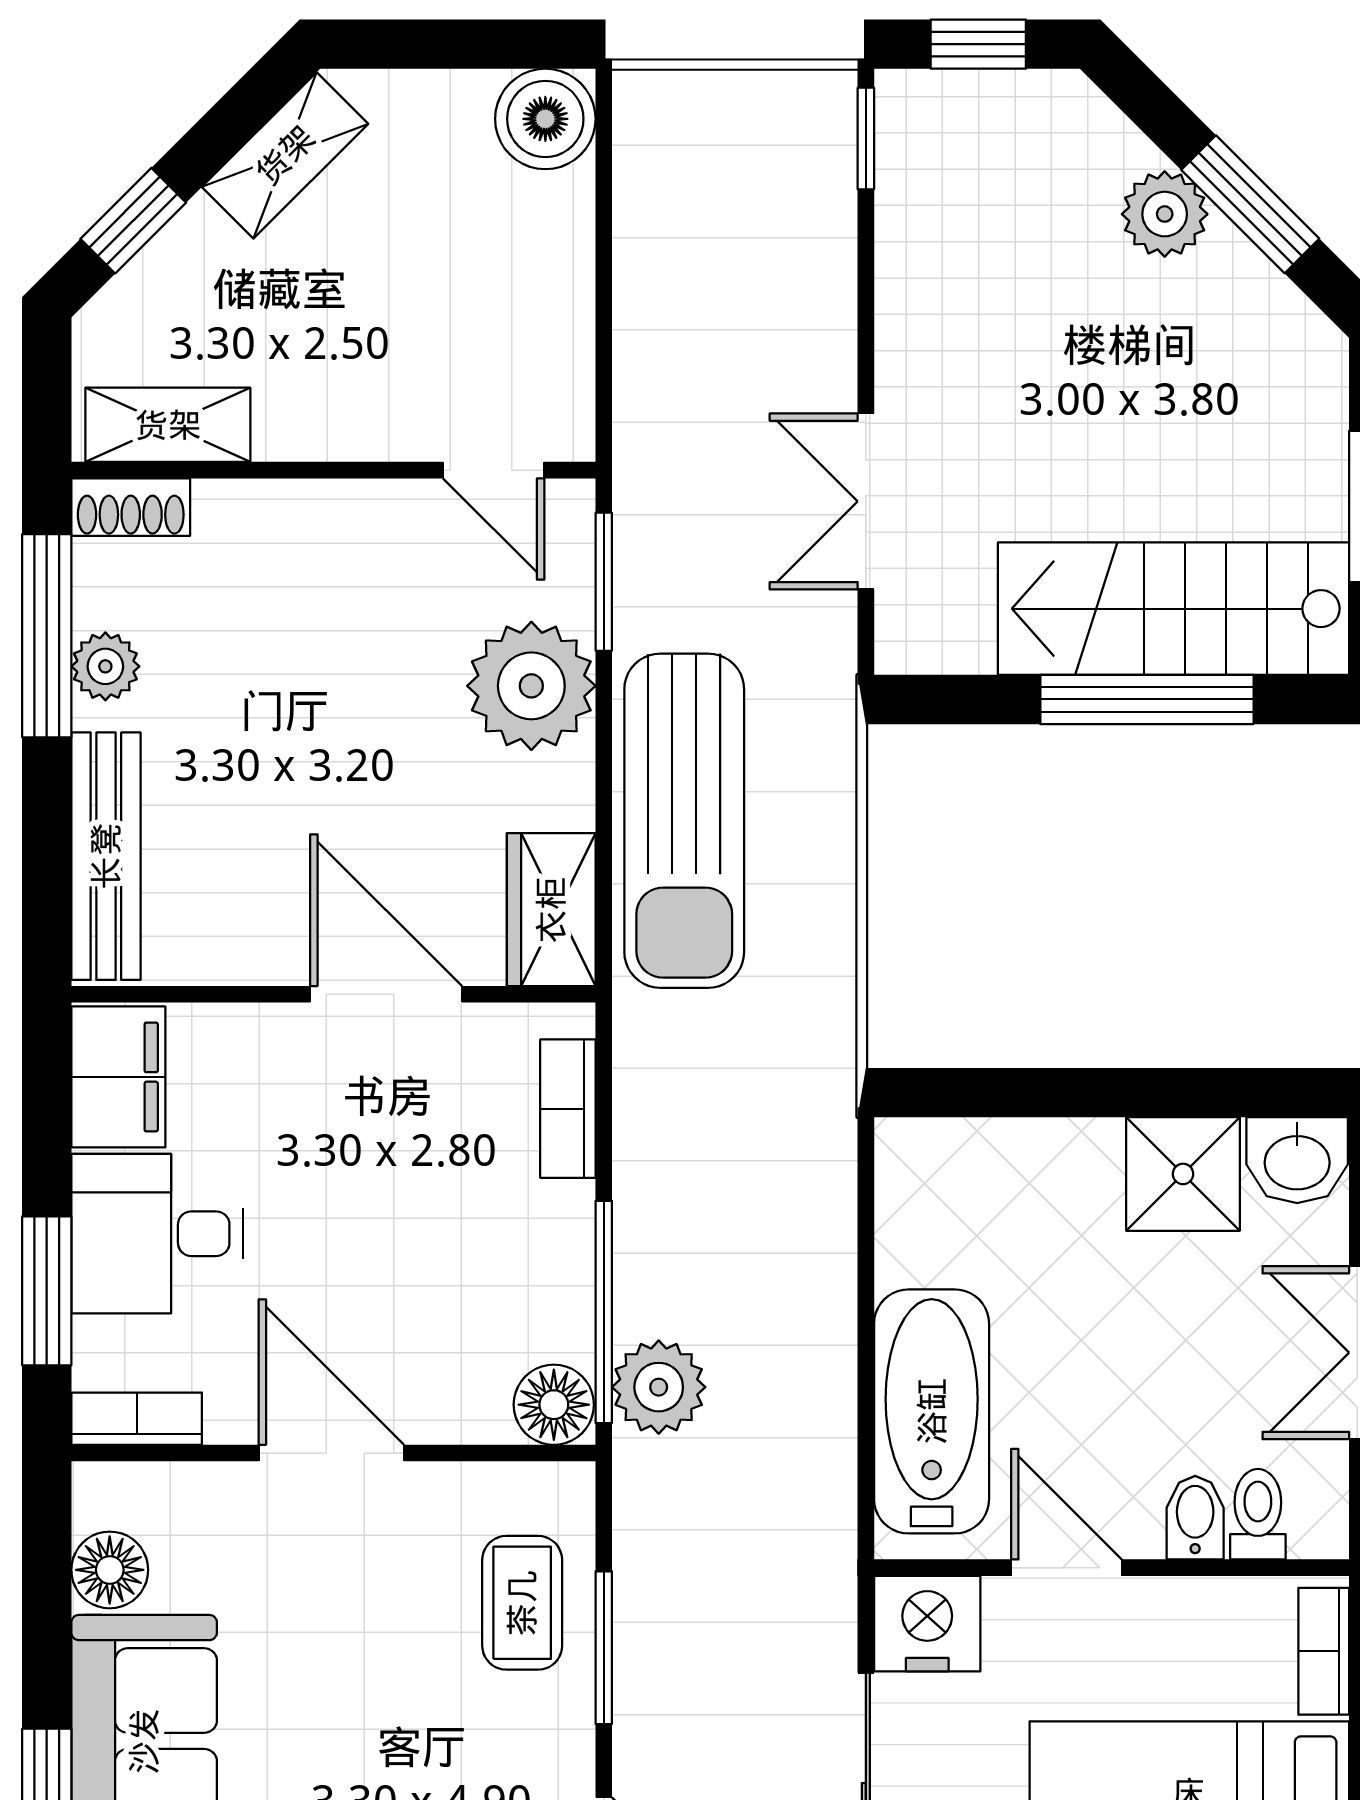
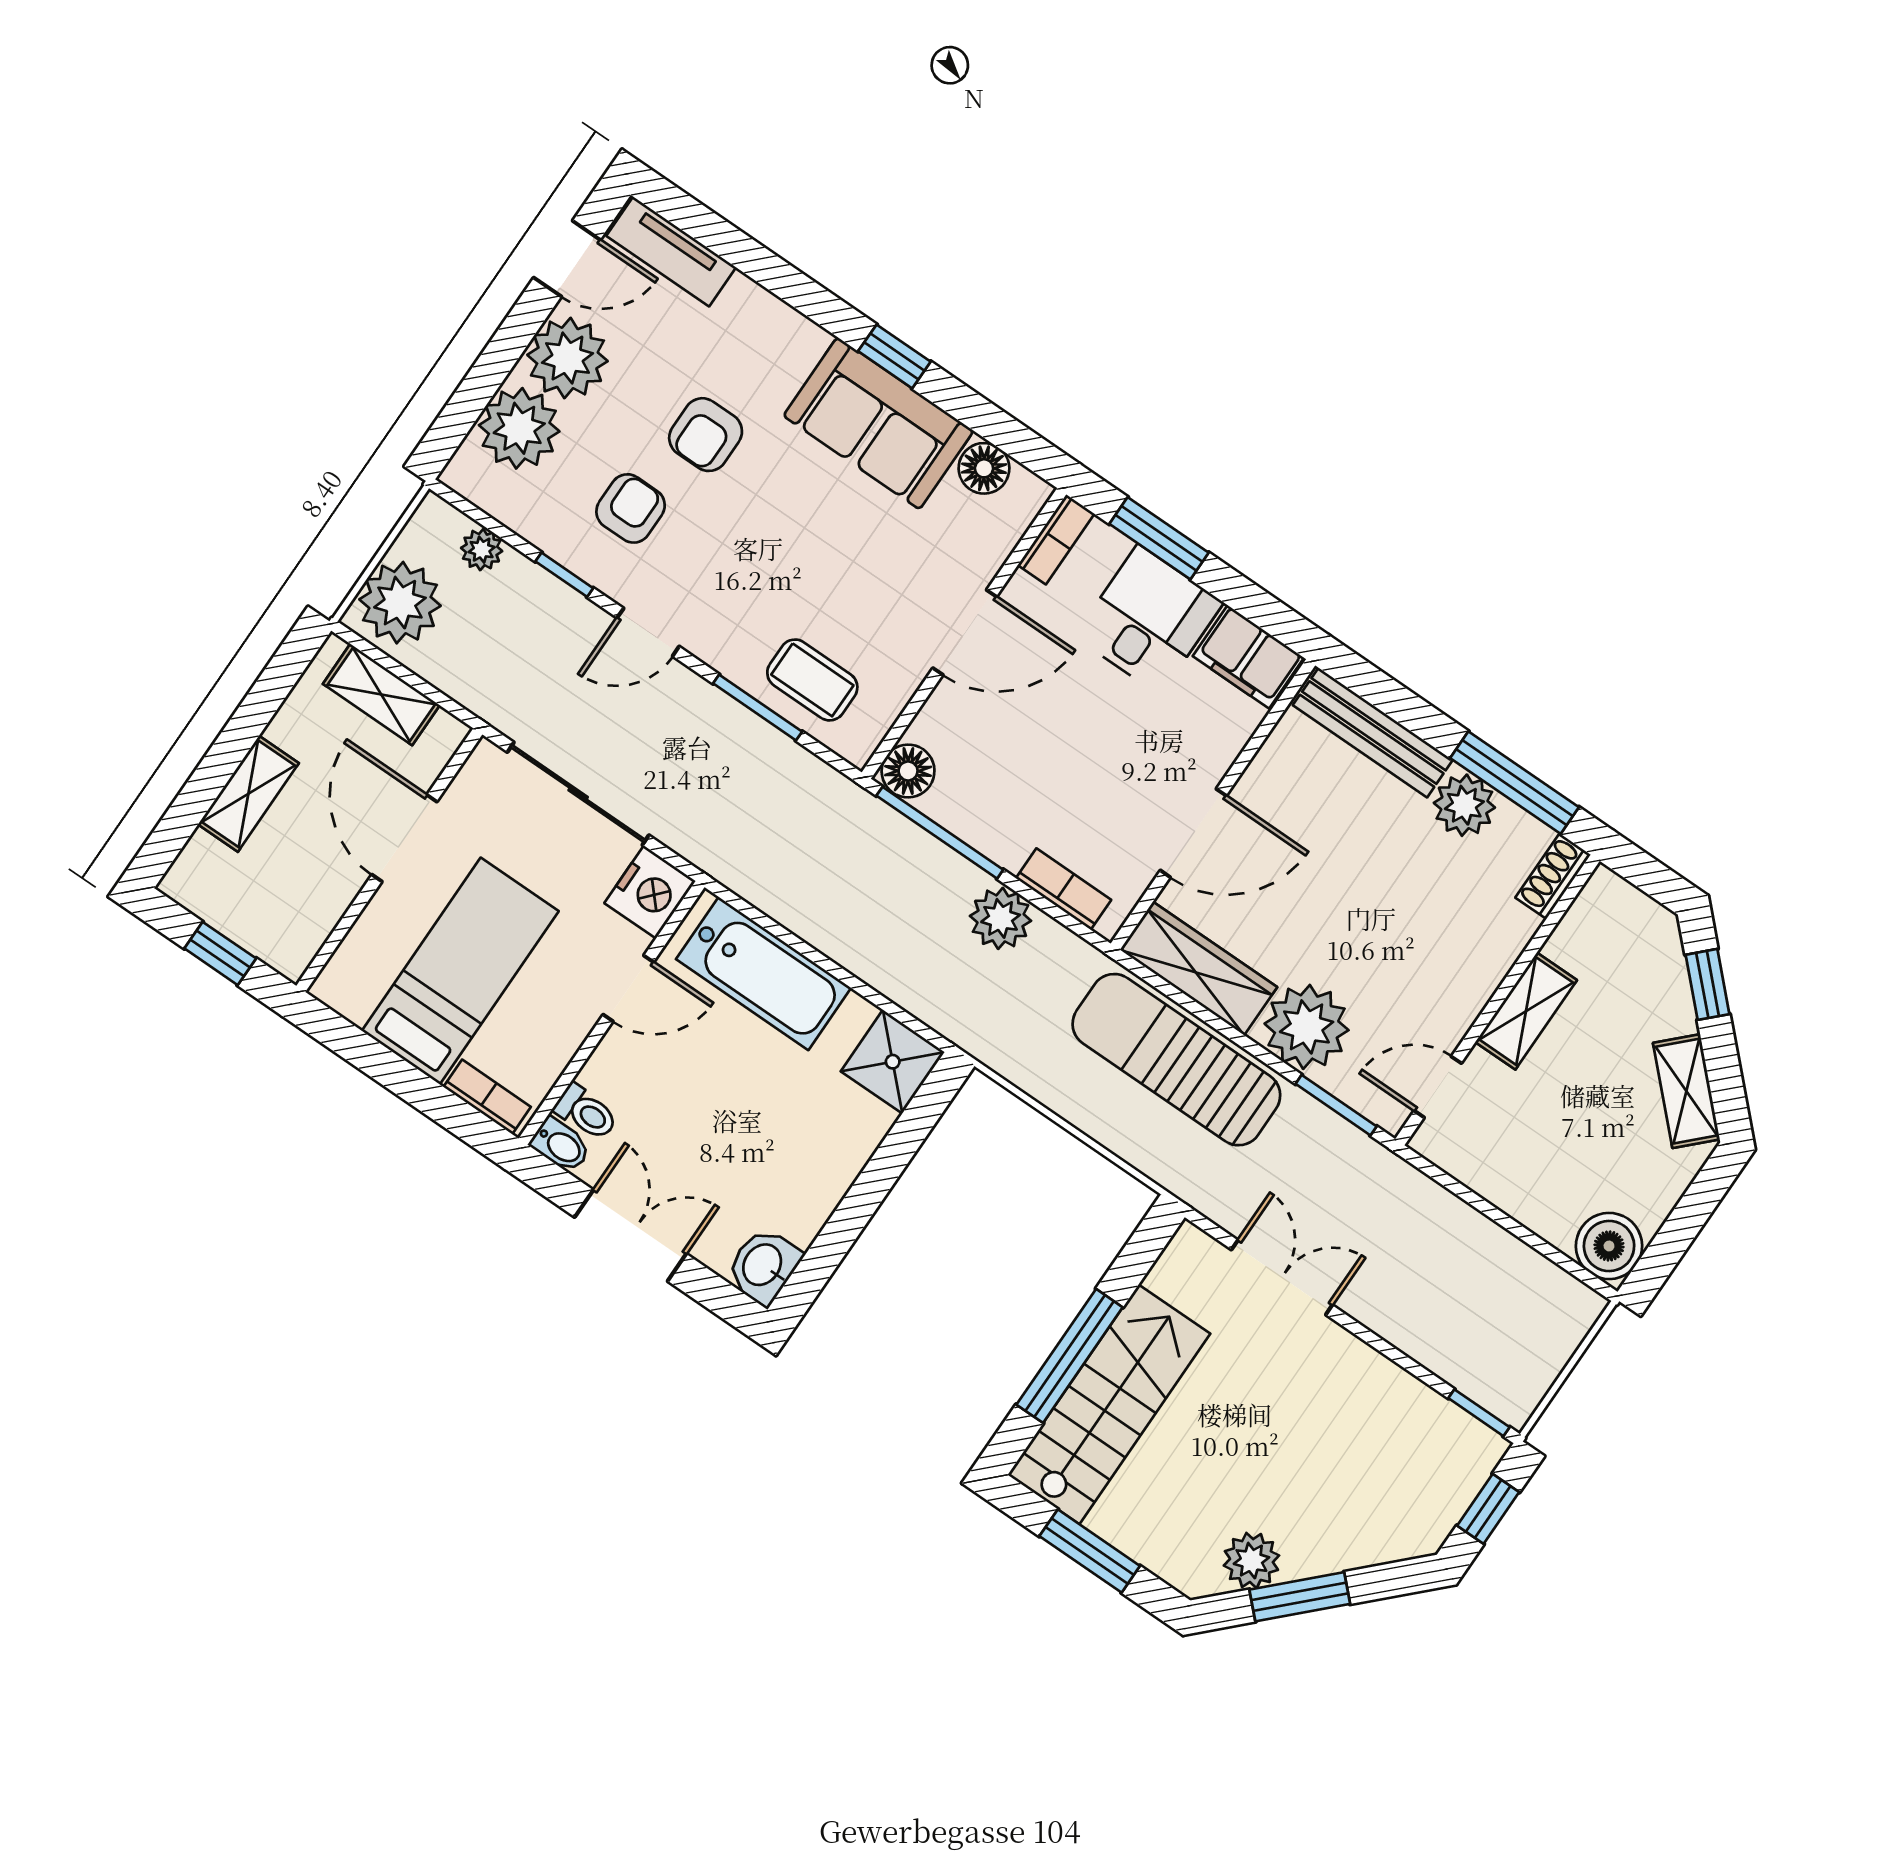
plant: (1165, 214) -> (1251, 1561), moved
shelving: (168, 425) -> (1526, 1011), moved
plant: (105, 666) -> (1464, 805), width x1.38, depth x1.38
wardrobe: (551, 910) -> (1198, 969), width x1.50
shower: (1183, 1174) -> (893, 1062), moved
plant: (659, 1387) -> (1001, 918), moved
bidet: (1195, 1518) -> (561, 1145), moved

